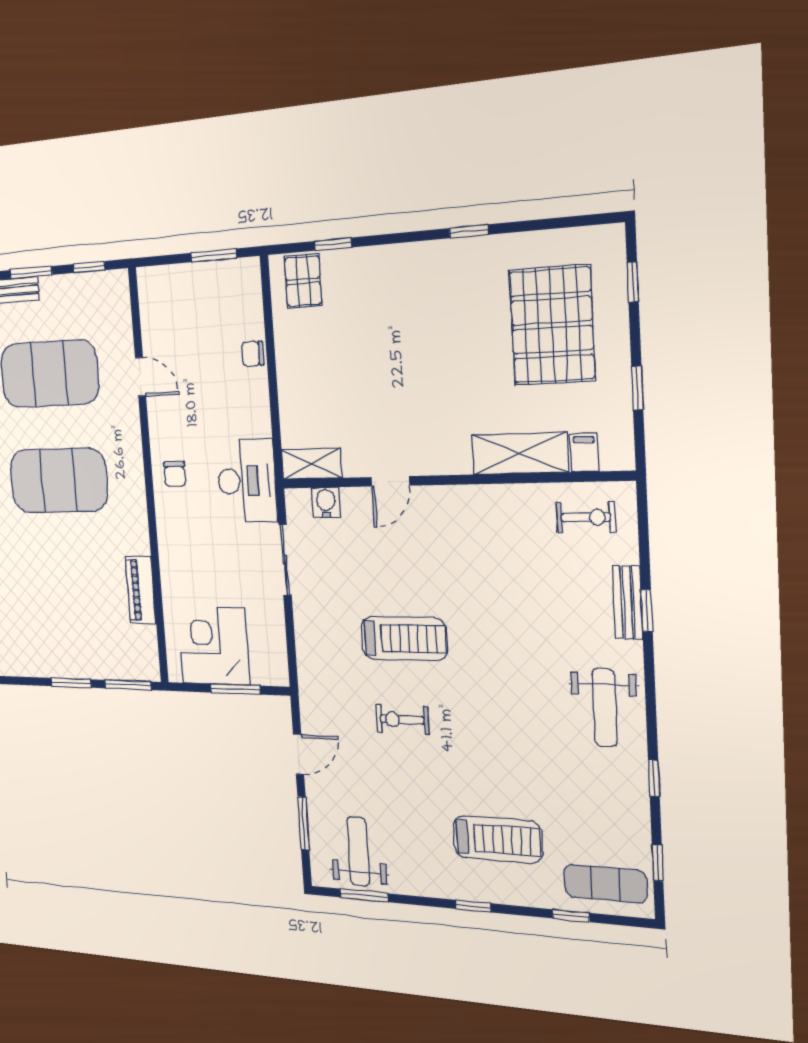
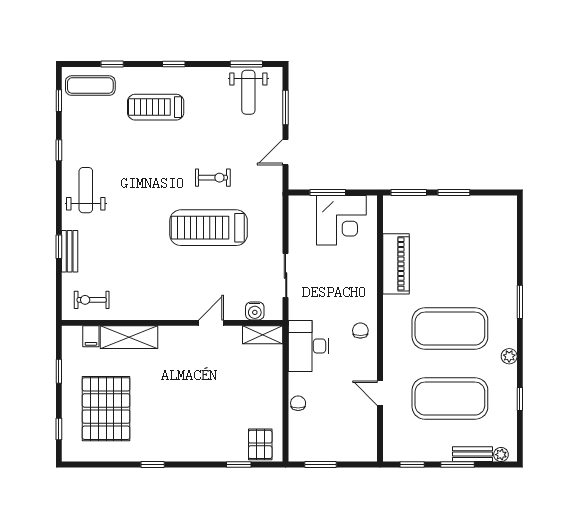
chair: (253, 354) -> (298, 403), turned -90
desk: (247, 481) -> (309, 346), moved
piano: (141, 590) -> (396, 264), width x1.37, depth x1.33
treadmill: (404, 639) -> (209, 228), width x1.37, depth x1.38

